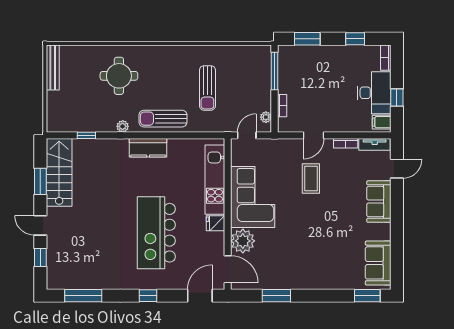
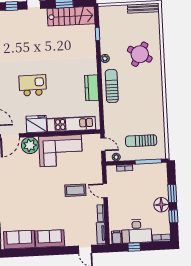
window: (307, 39) -> (172, 193), moved
floor lamp: (338, 55) -> (161, 205), added
round table: (119, 76) -> (140, 54), turned 30
sun lounger: (207, 88) -> (141, 141), moved
kitchen counter: (148, 148) -> (92, 88), moved
sofa: (379, 202) -> (50, 239), moved
fridge: (216, 223) -> (36, 124), width x1.88, depth x1.34
kitchen island: (156, 233) -> (33, 85), width x0.54, depth x0.78

